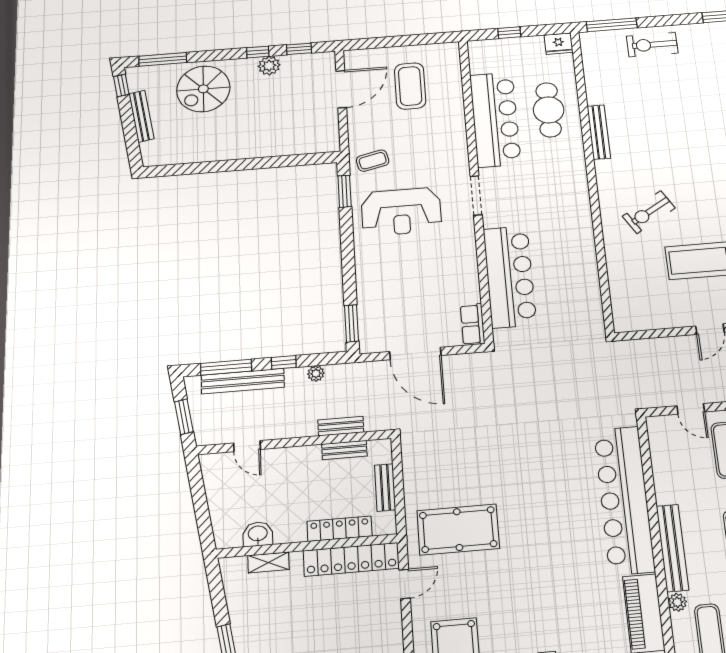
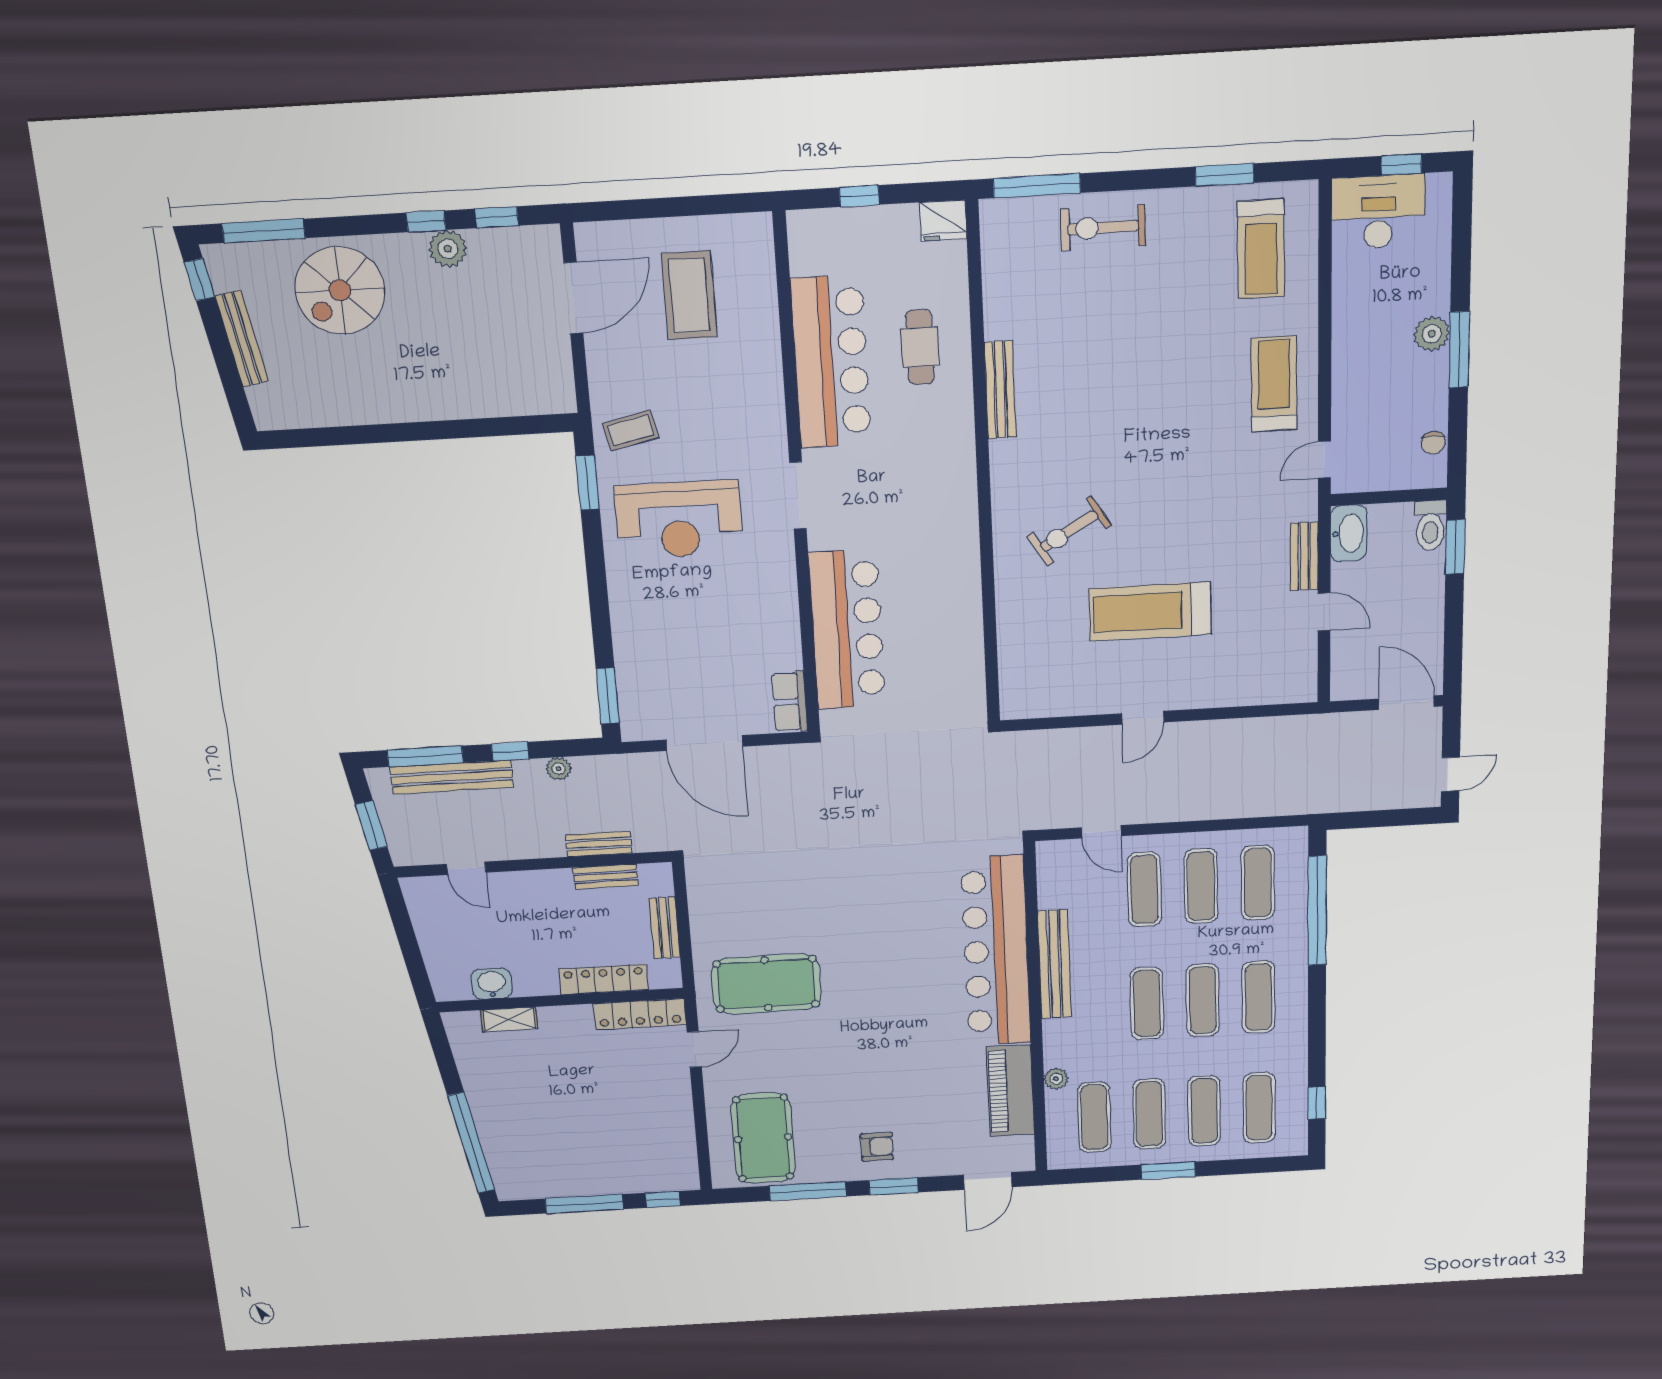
cafe table: (549, 110) -> (920, 347), width x0.73, depth x0.74
bench: (672, 548) -> (1055, 964), moved
locker: (351, 560) -> (640, 1014), width x0.71, depth x0.83

